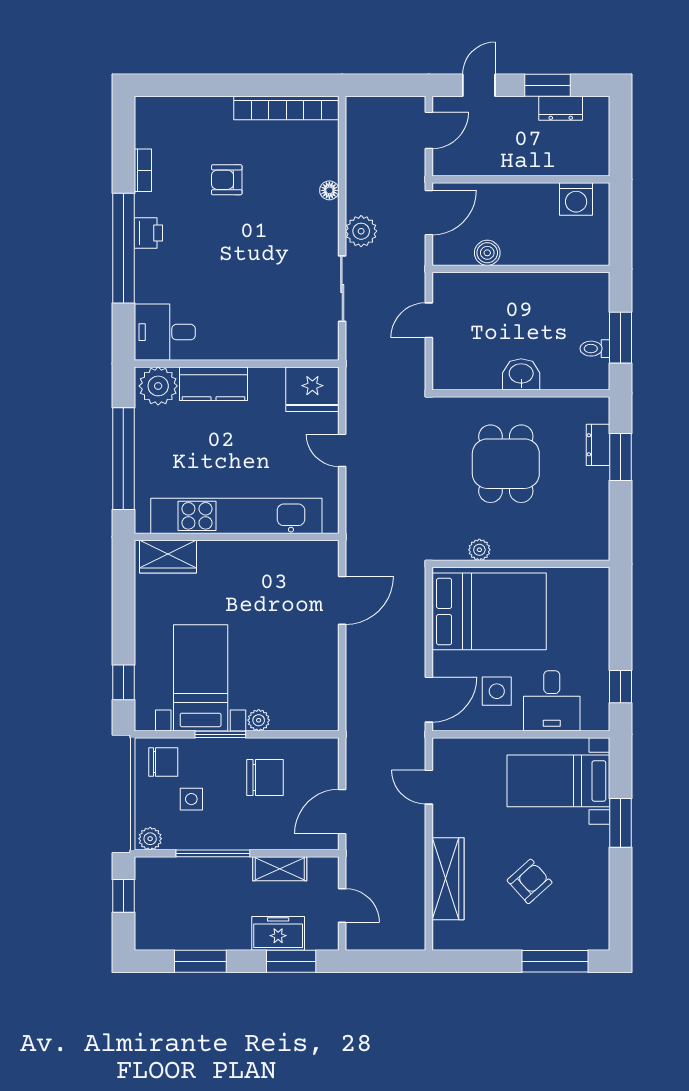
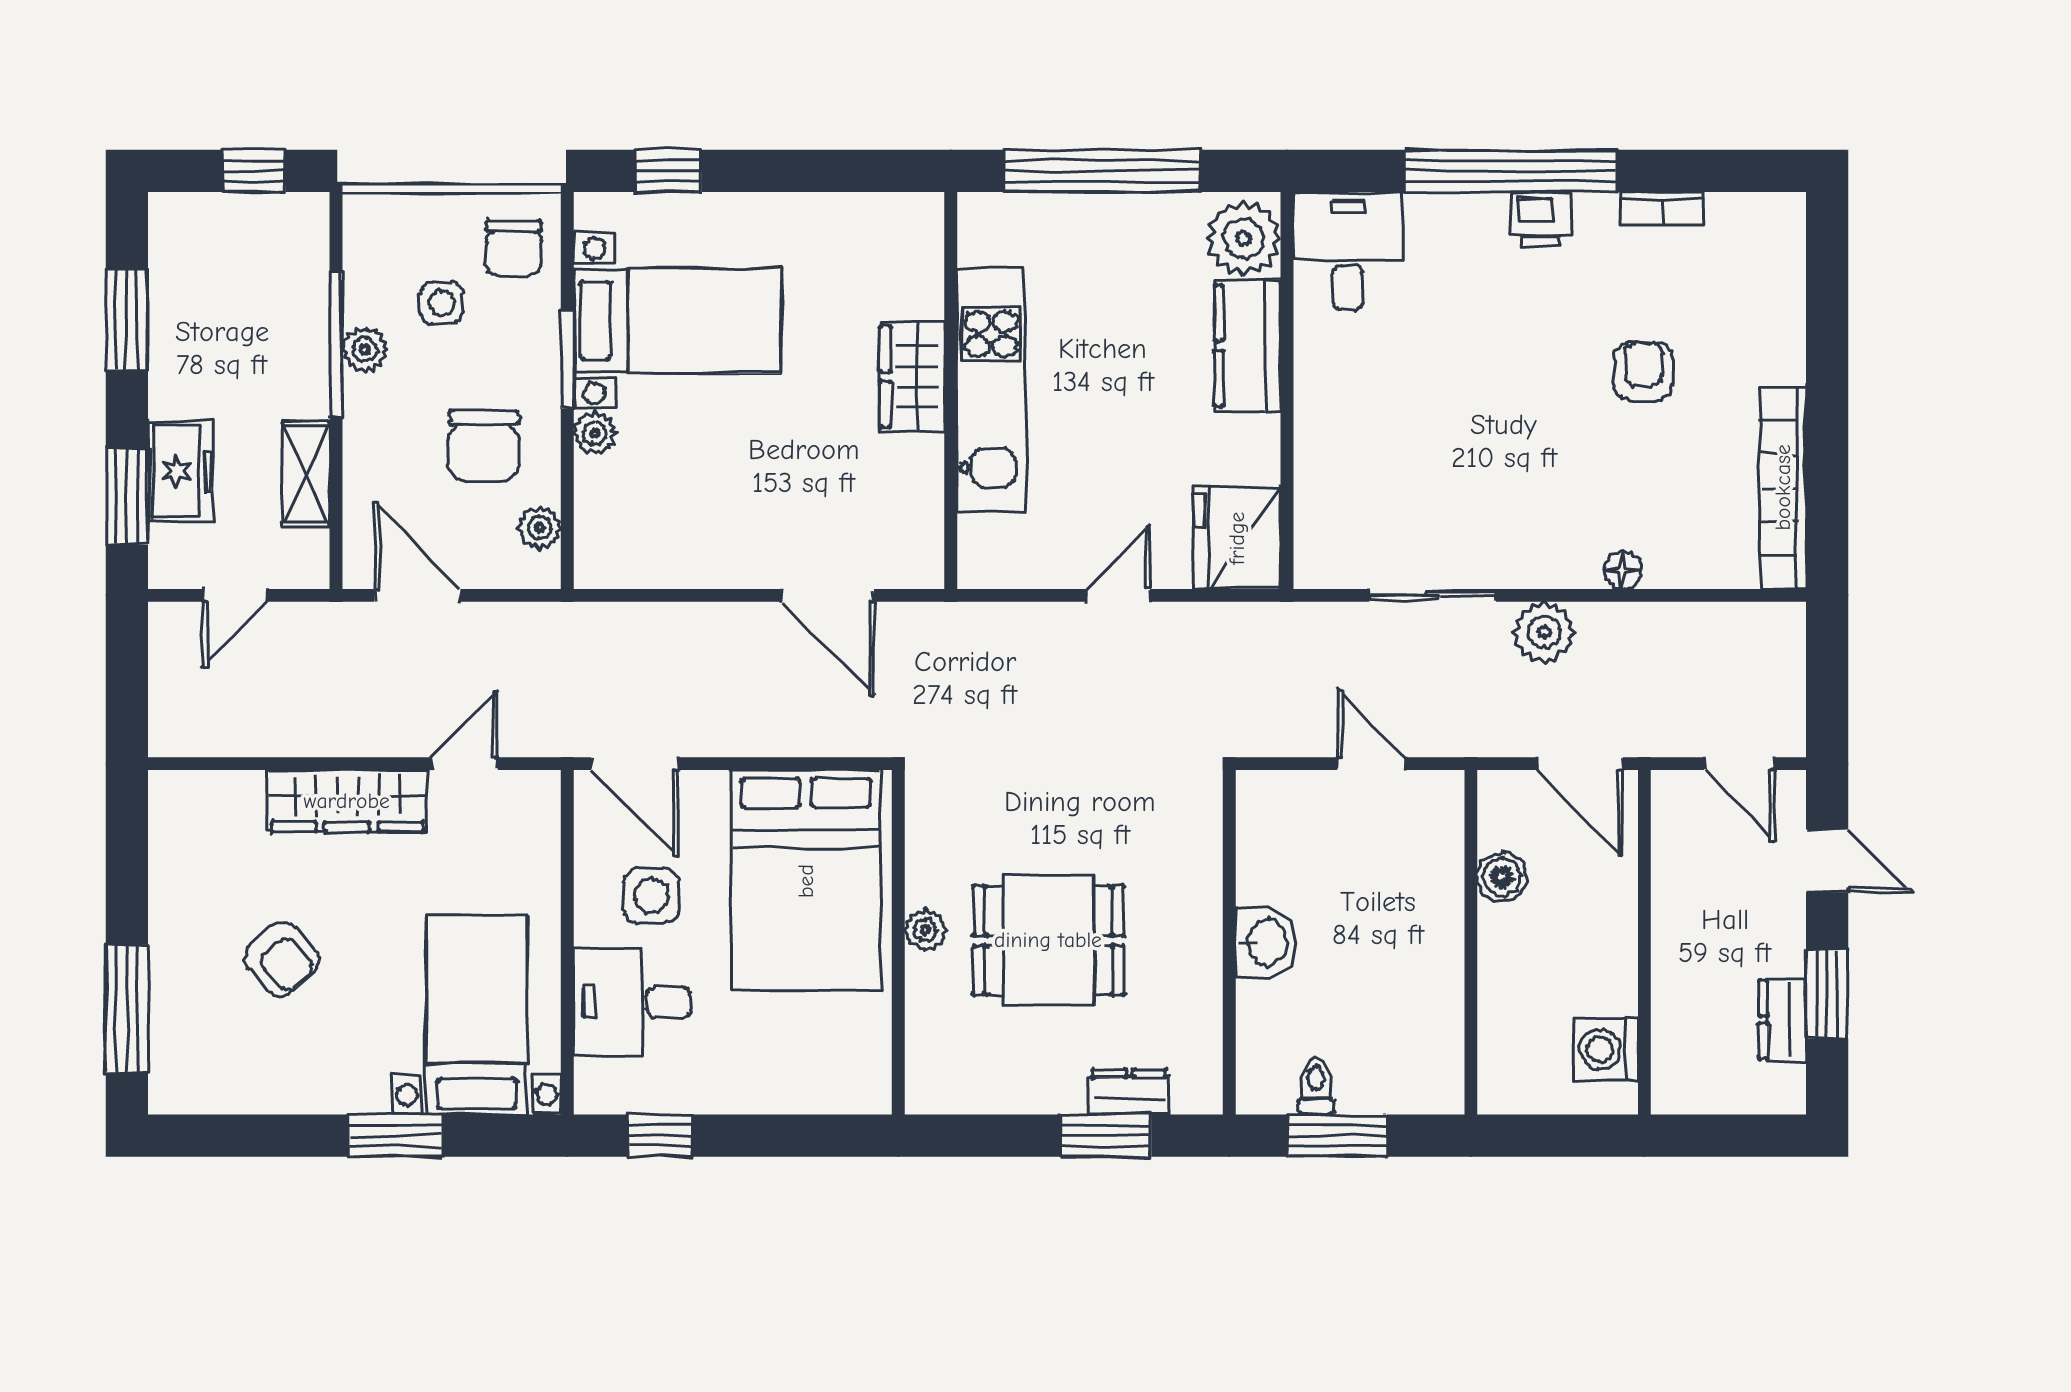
dining table: (506, 464) -> (1048, 940), moved
kitchen unit: (236, 516) -> (991, 390), width x0.73
plant: (479, 550) -> (926, 930), moved
wardrobe: (168, 557) -> (912, 377), moved
plant: (307, 749) -> (540, 528), added
plant: (150, 839) -> (365, 350), moved
wardrobe: (448, 879) -> (347, 801), moved

